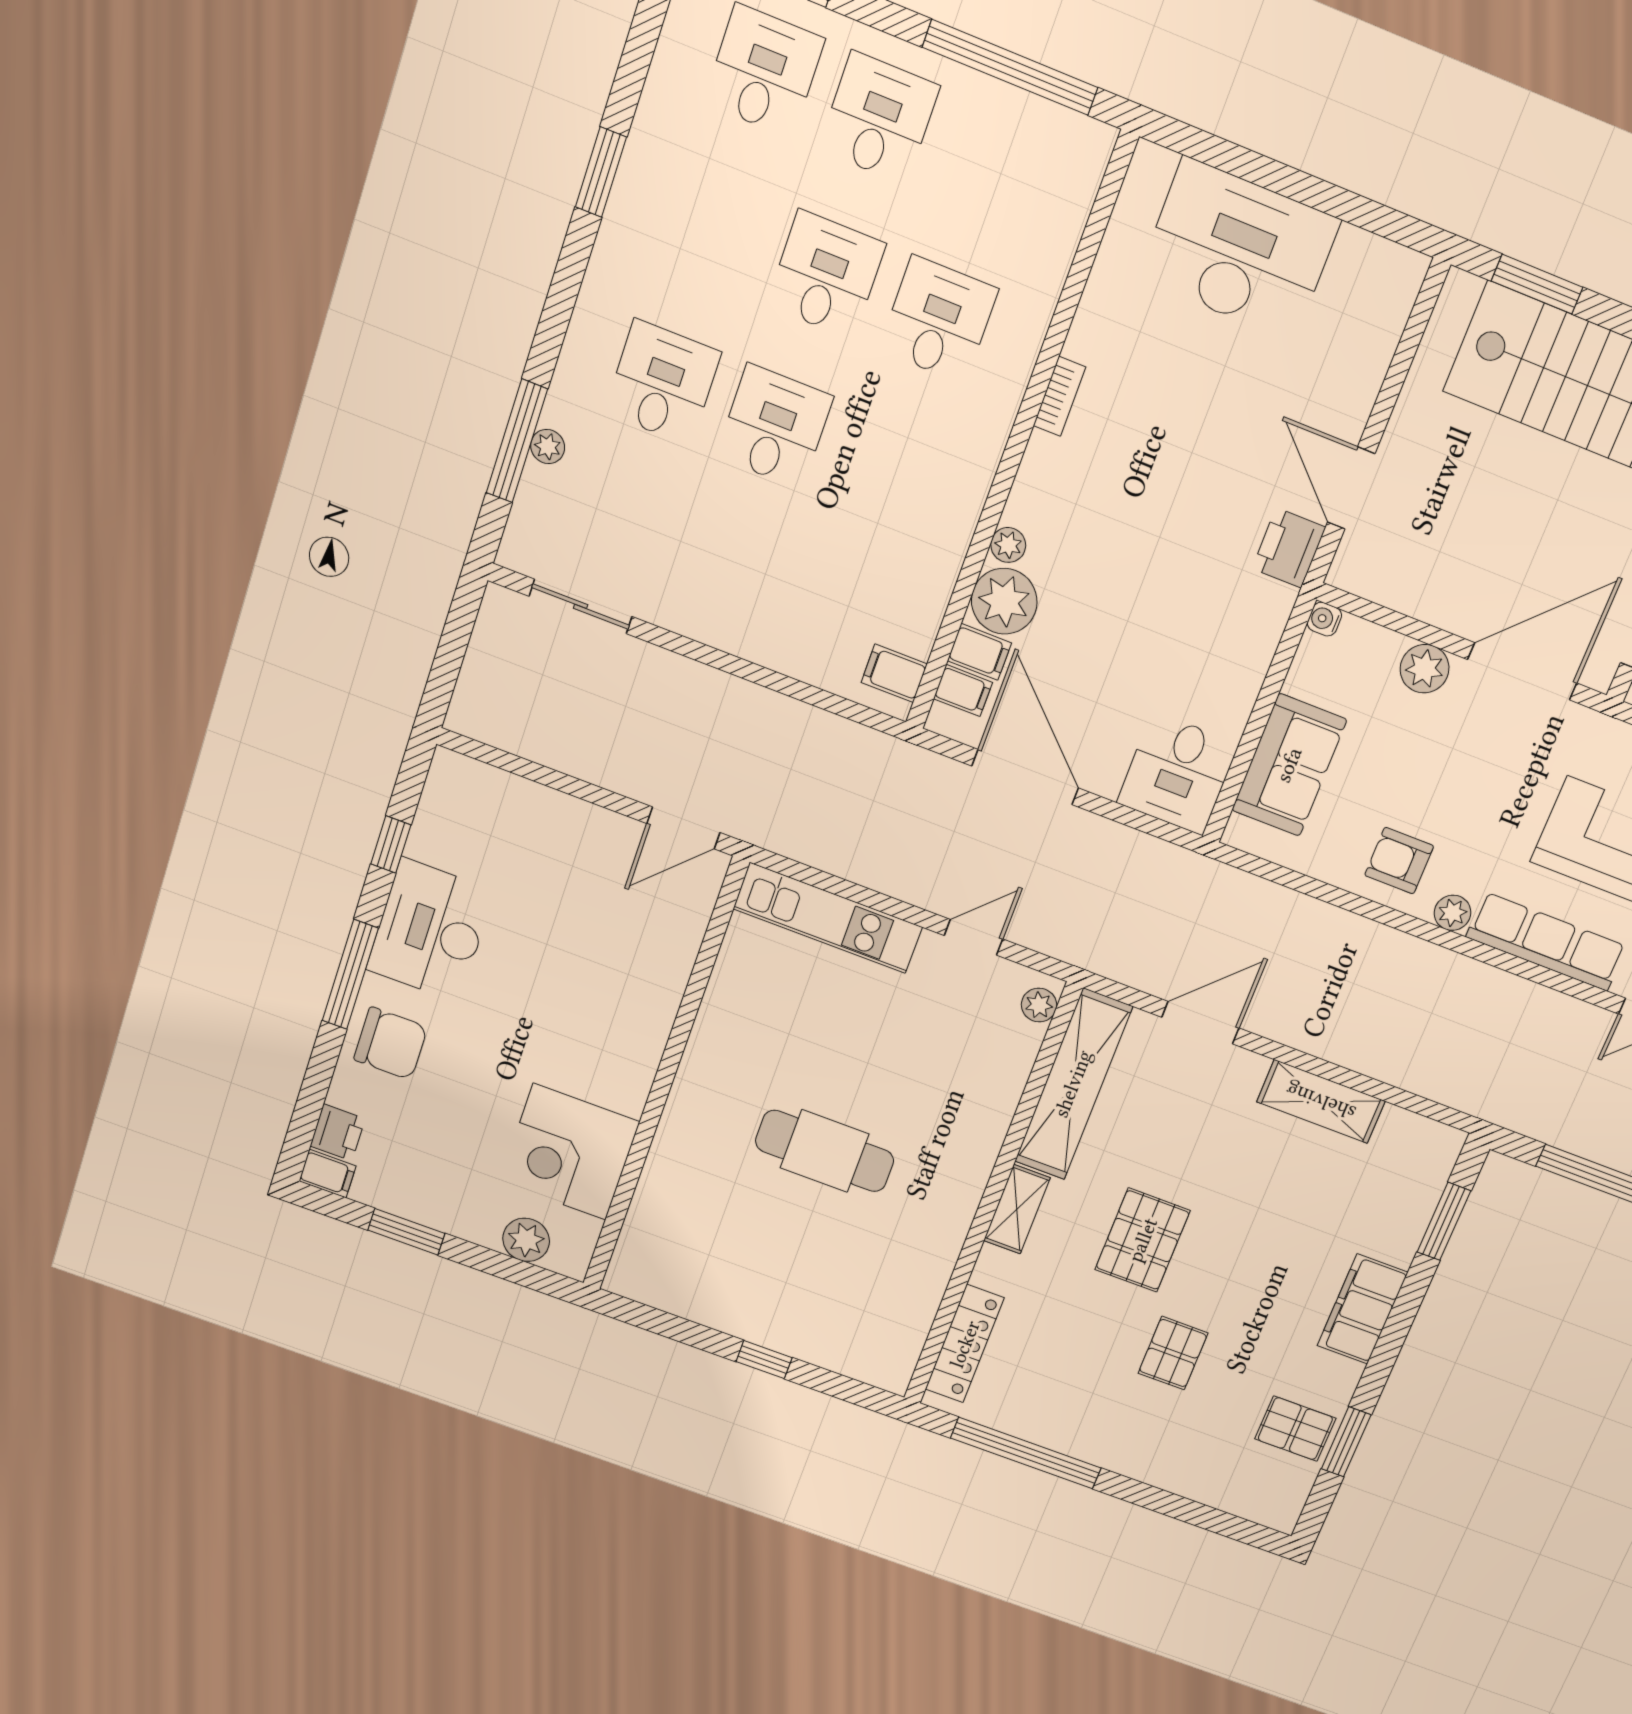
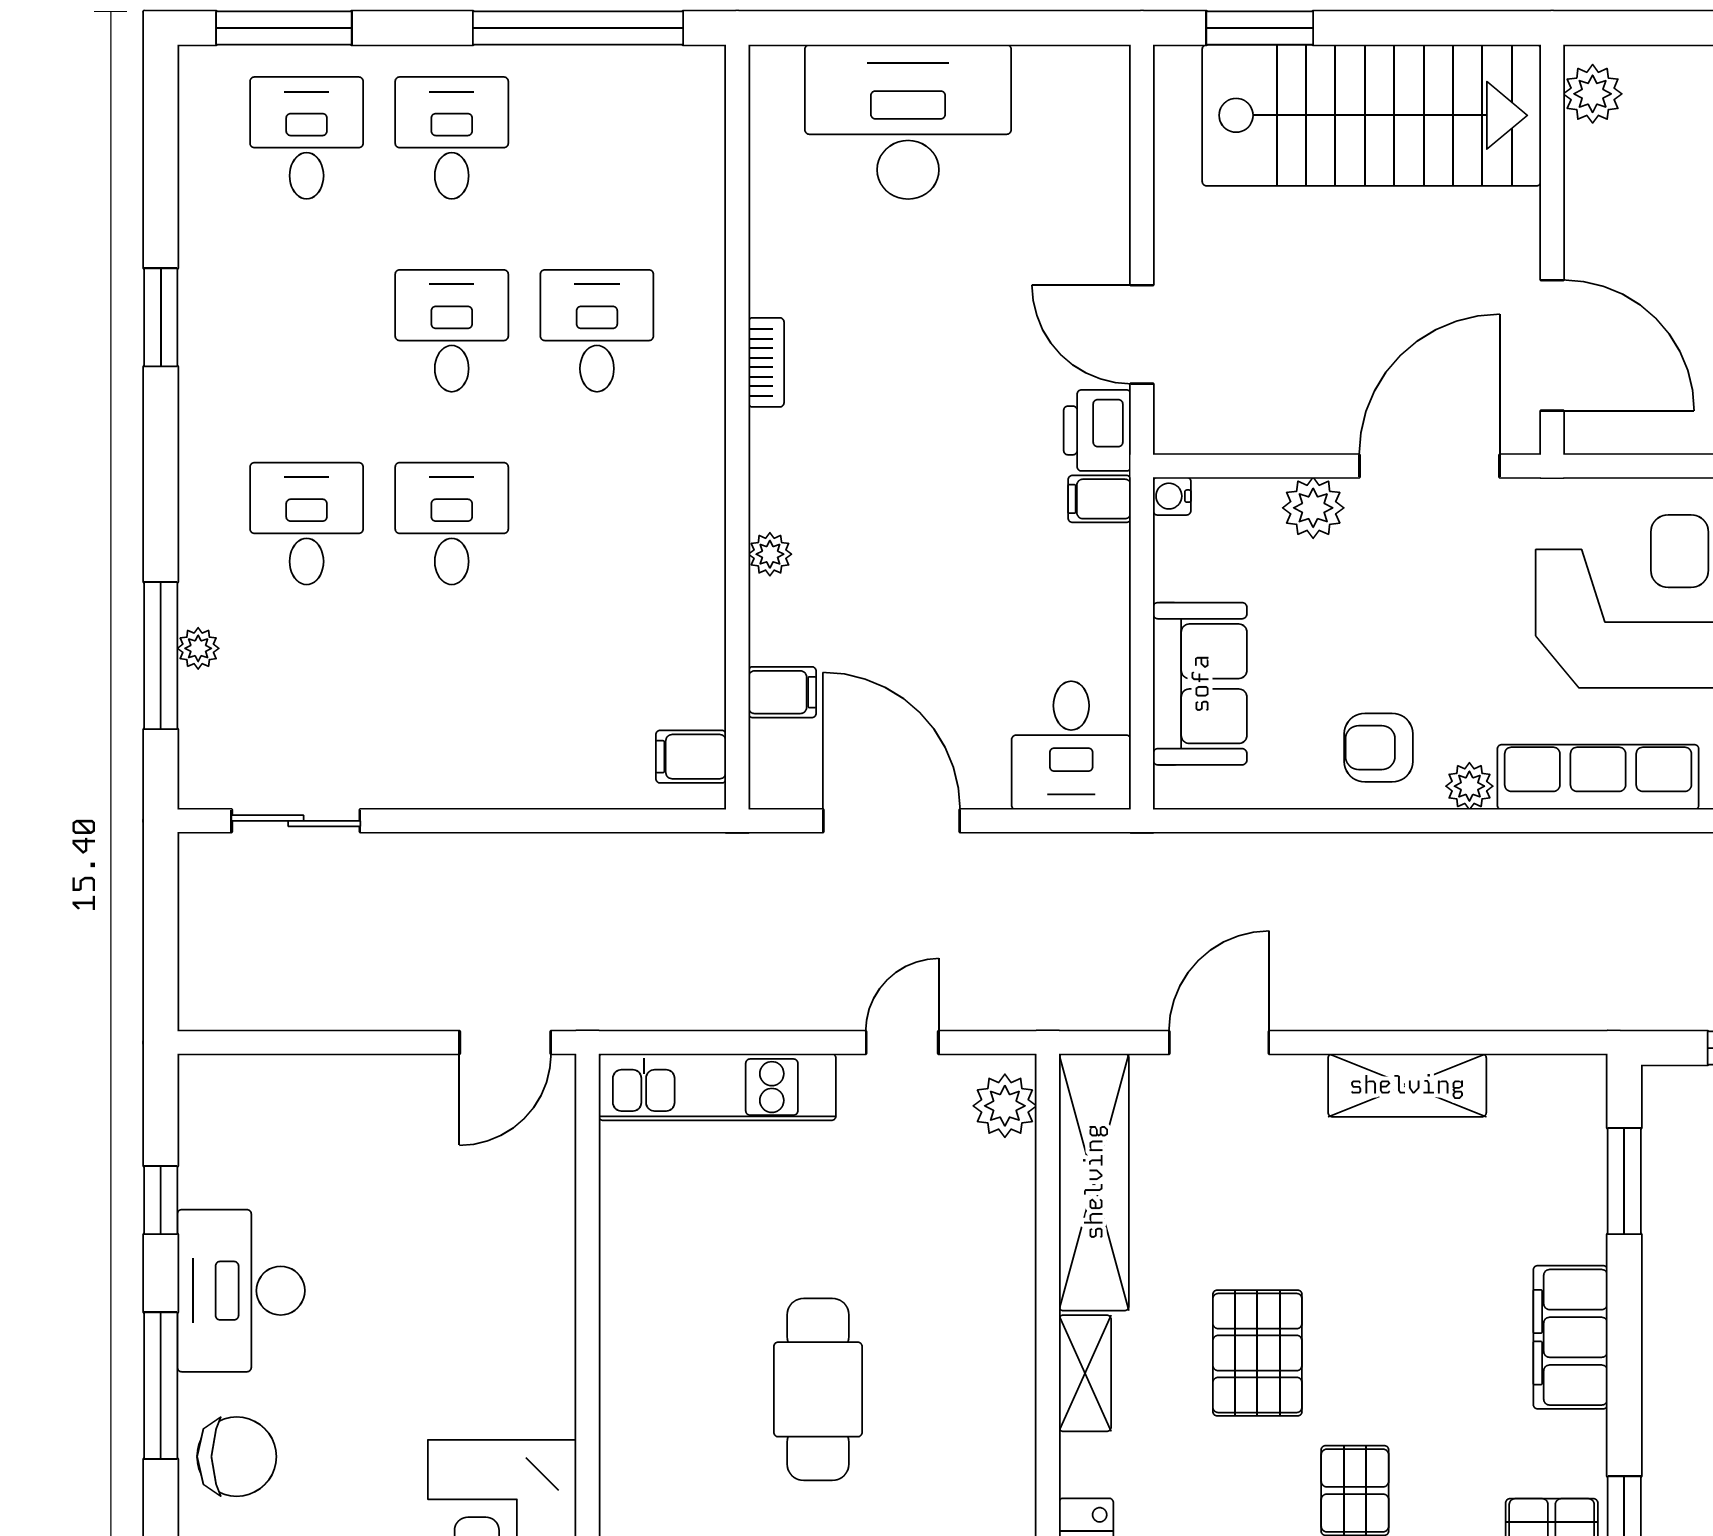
plant: (1004, 601) -> (789, 621), removed
filing cabinet: (963, 691) -> (1099, 499), moved, turned 180
plant: (1039, 1005) -> (1005, 1106), width x1.38, depth x1.38
cafe table: (825, 1151) -> (818, 1389), turned 90

